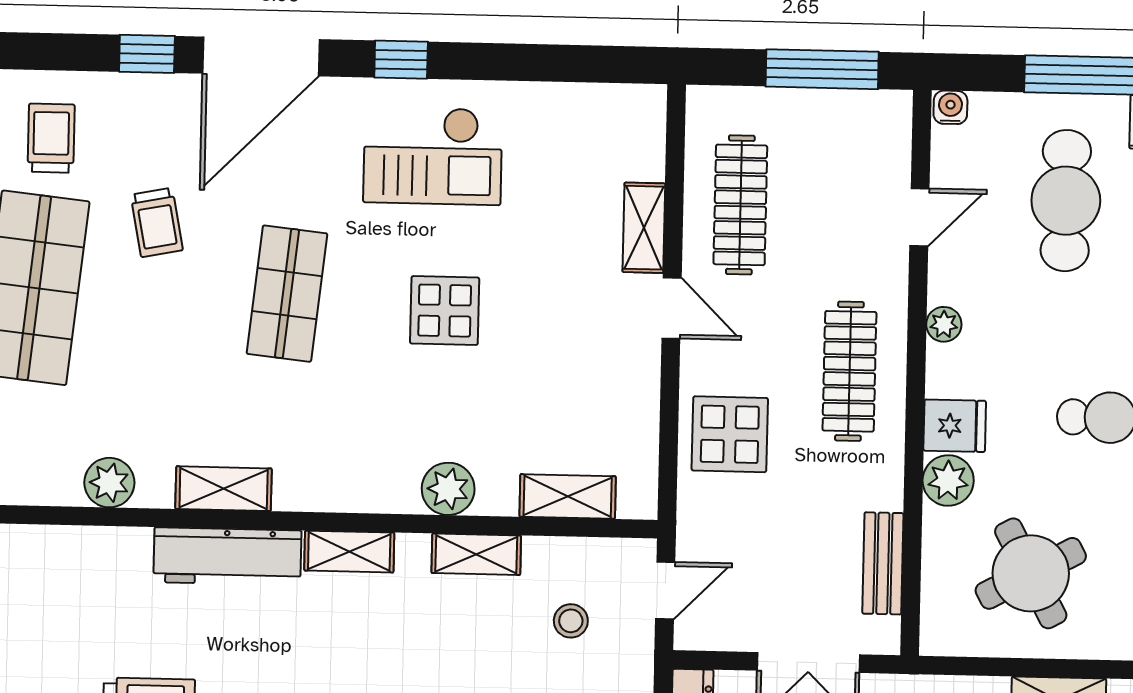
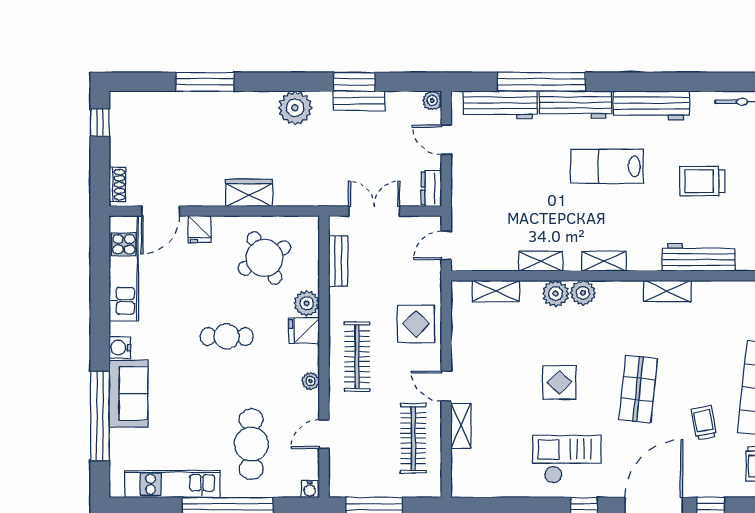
plant: (109, 483) -> (583, 293), moved
workbench: (227, 556) -> (699, 257), moved
stool: (571, 621) -> (493, 229), removed

